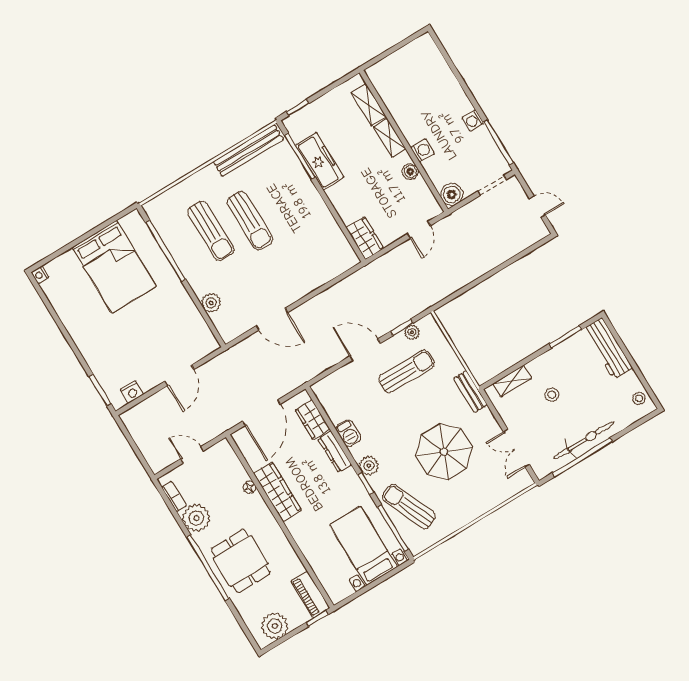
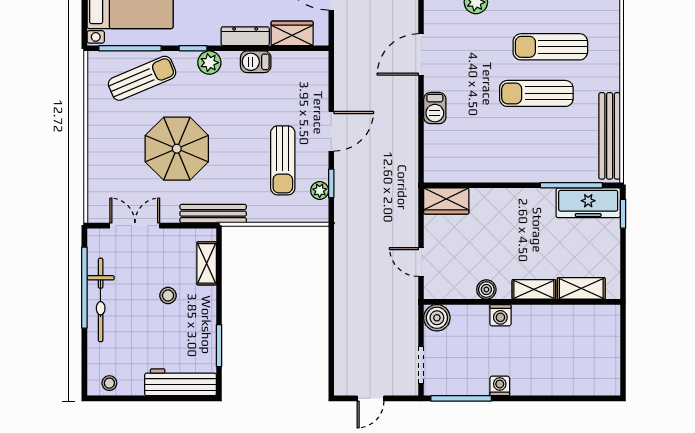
freezer: (320, 161) -> (588, 203), moved
barbecue: (304, 286) -> (435, 108), added
bench: (470, 392) -> (213, 214), width x1.36

